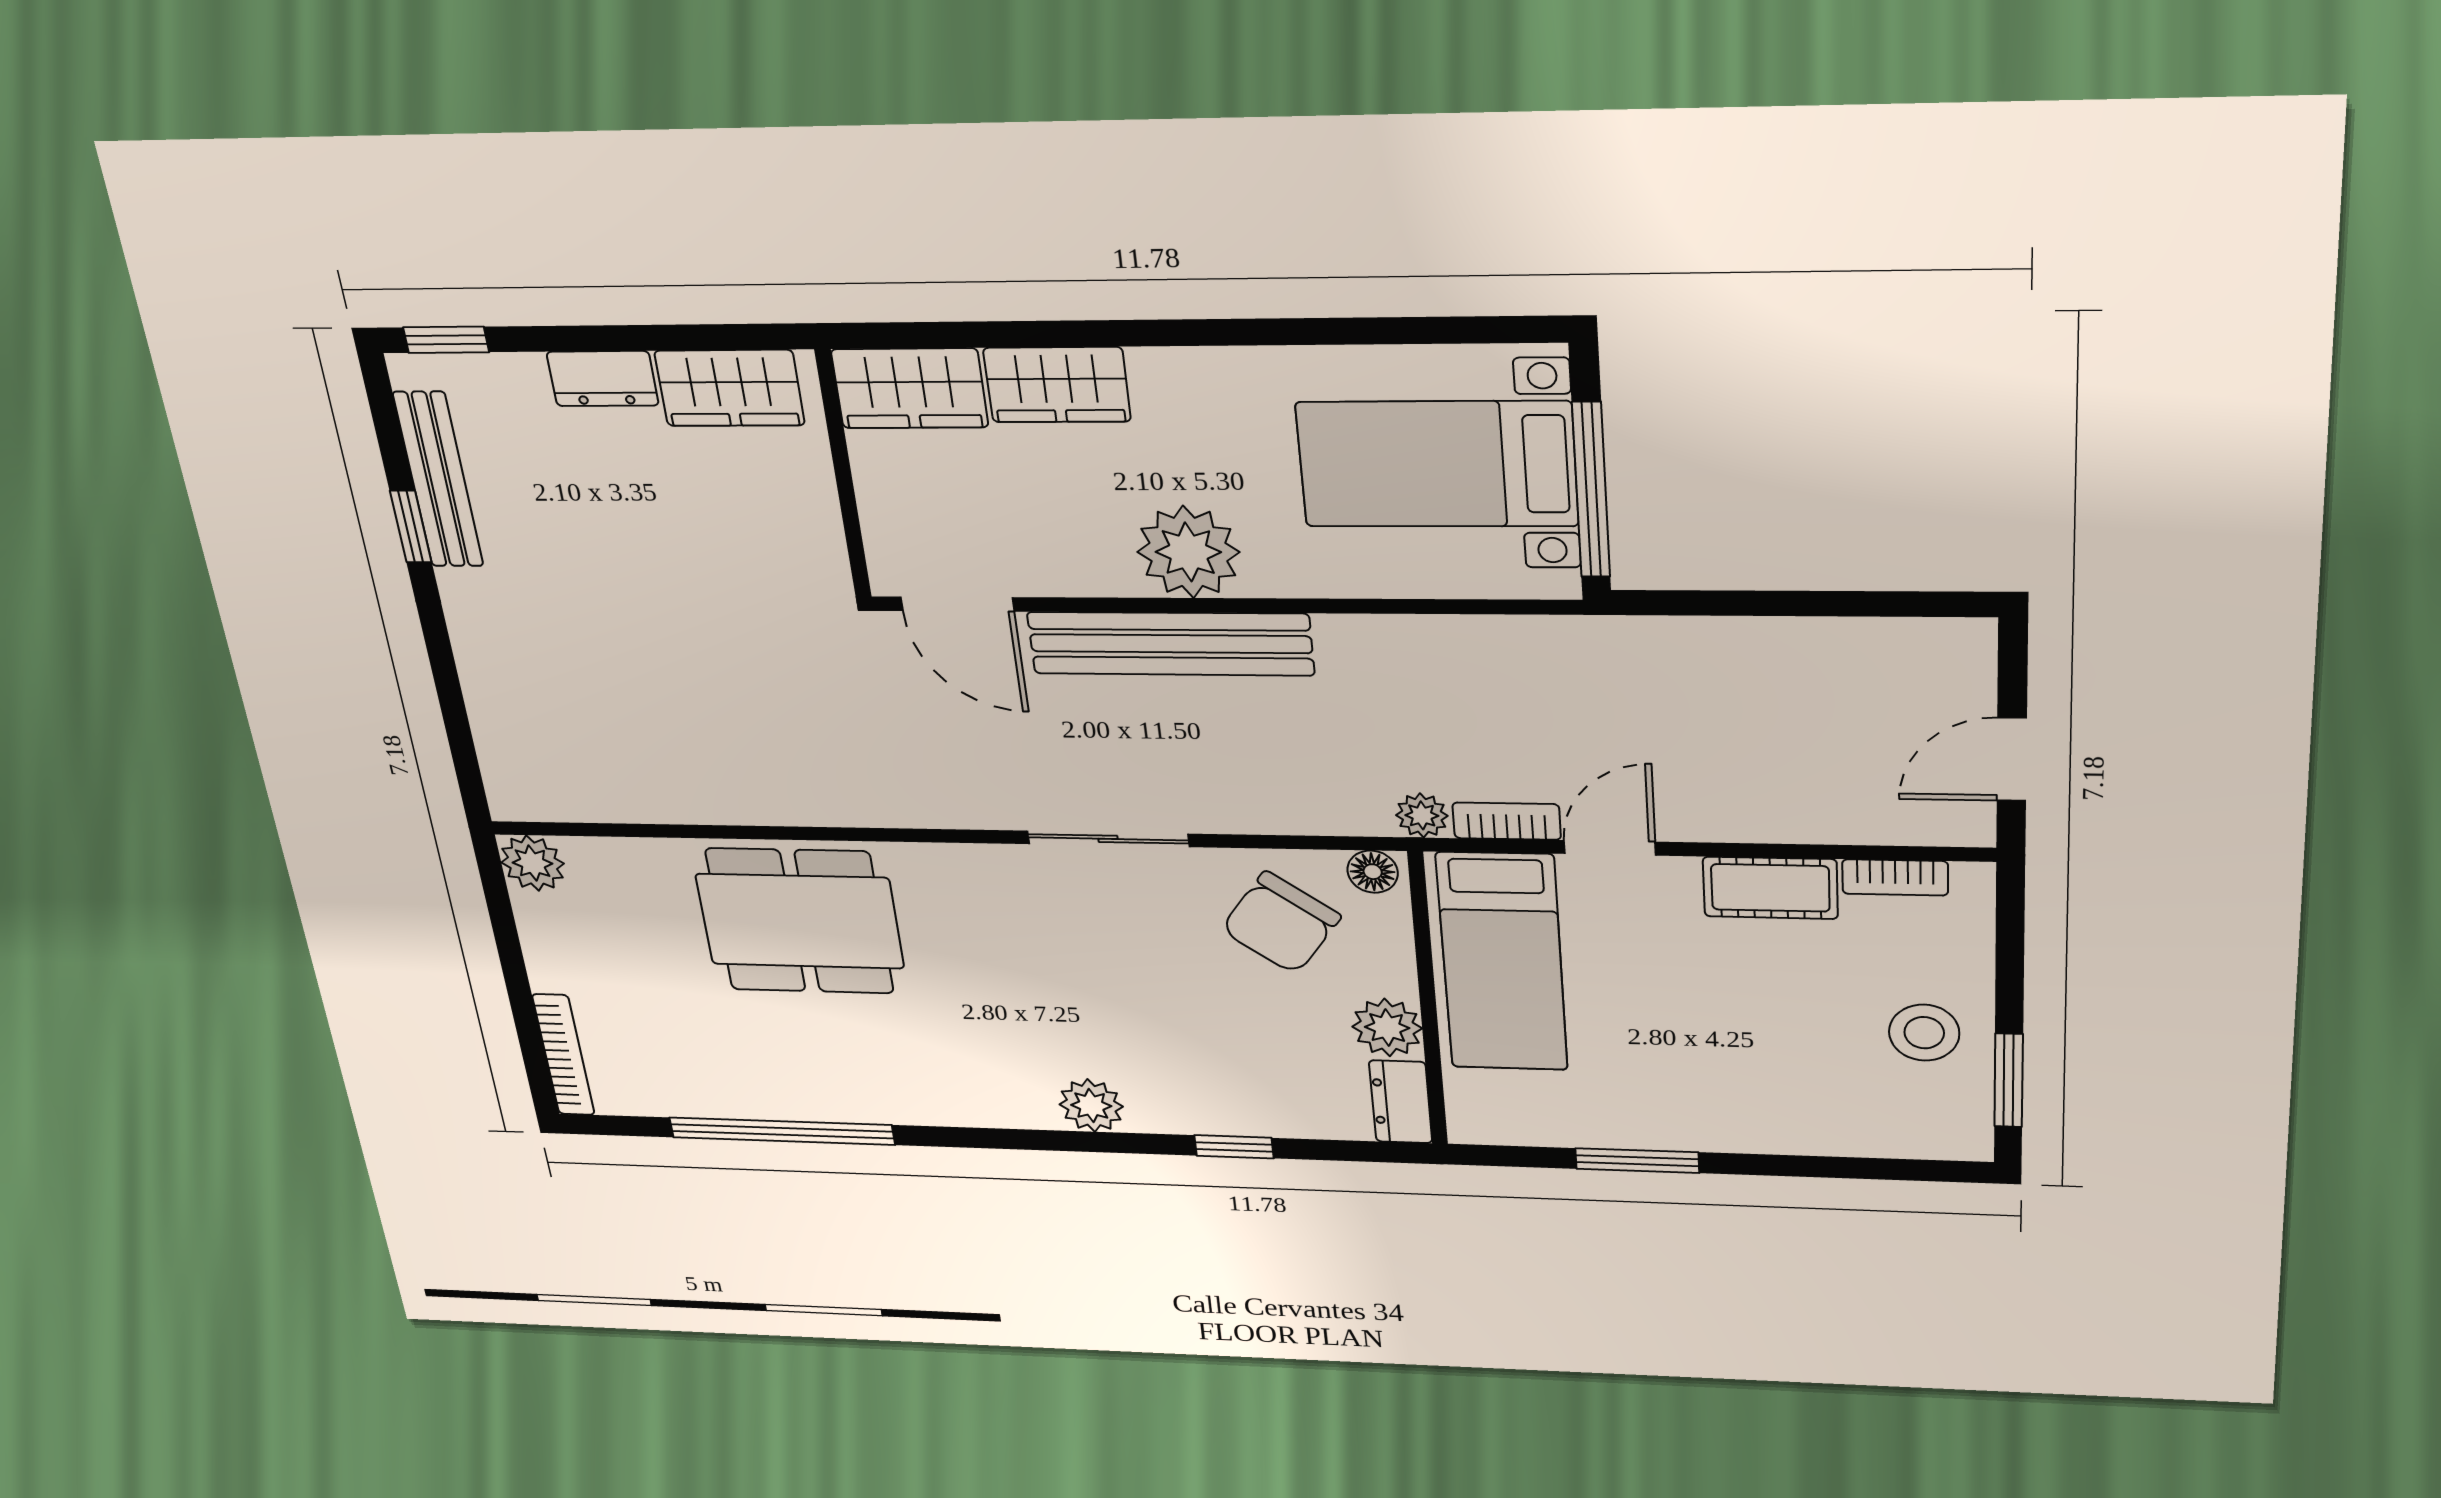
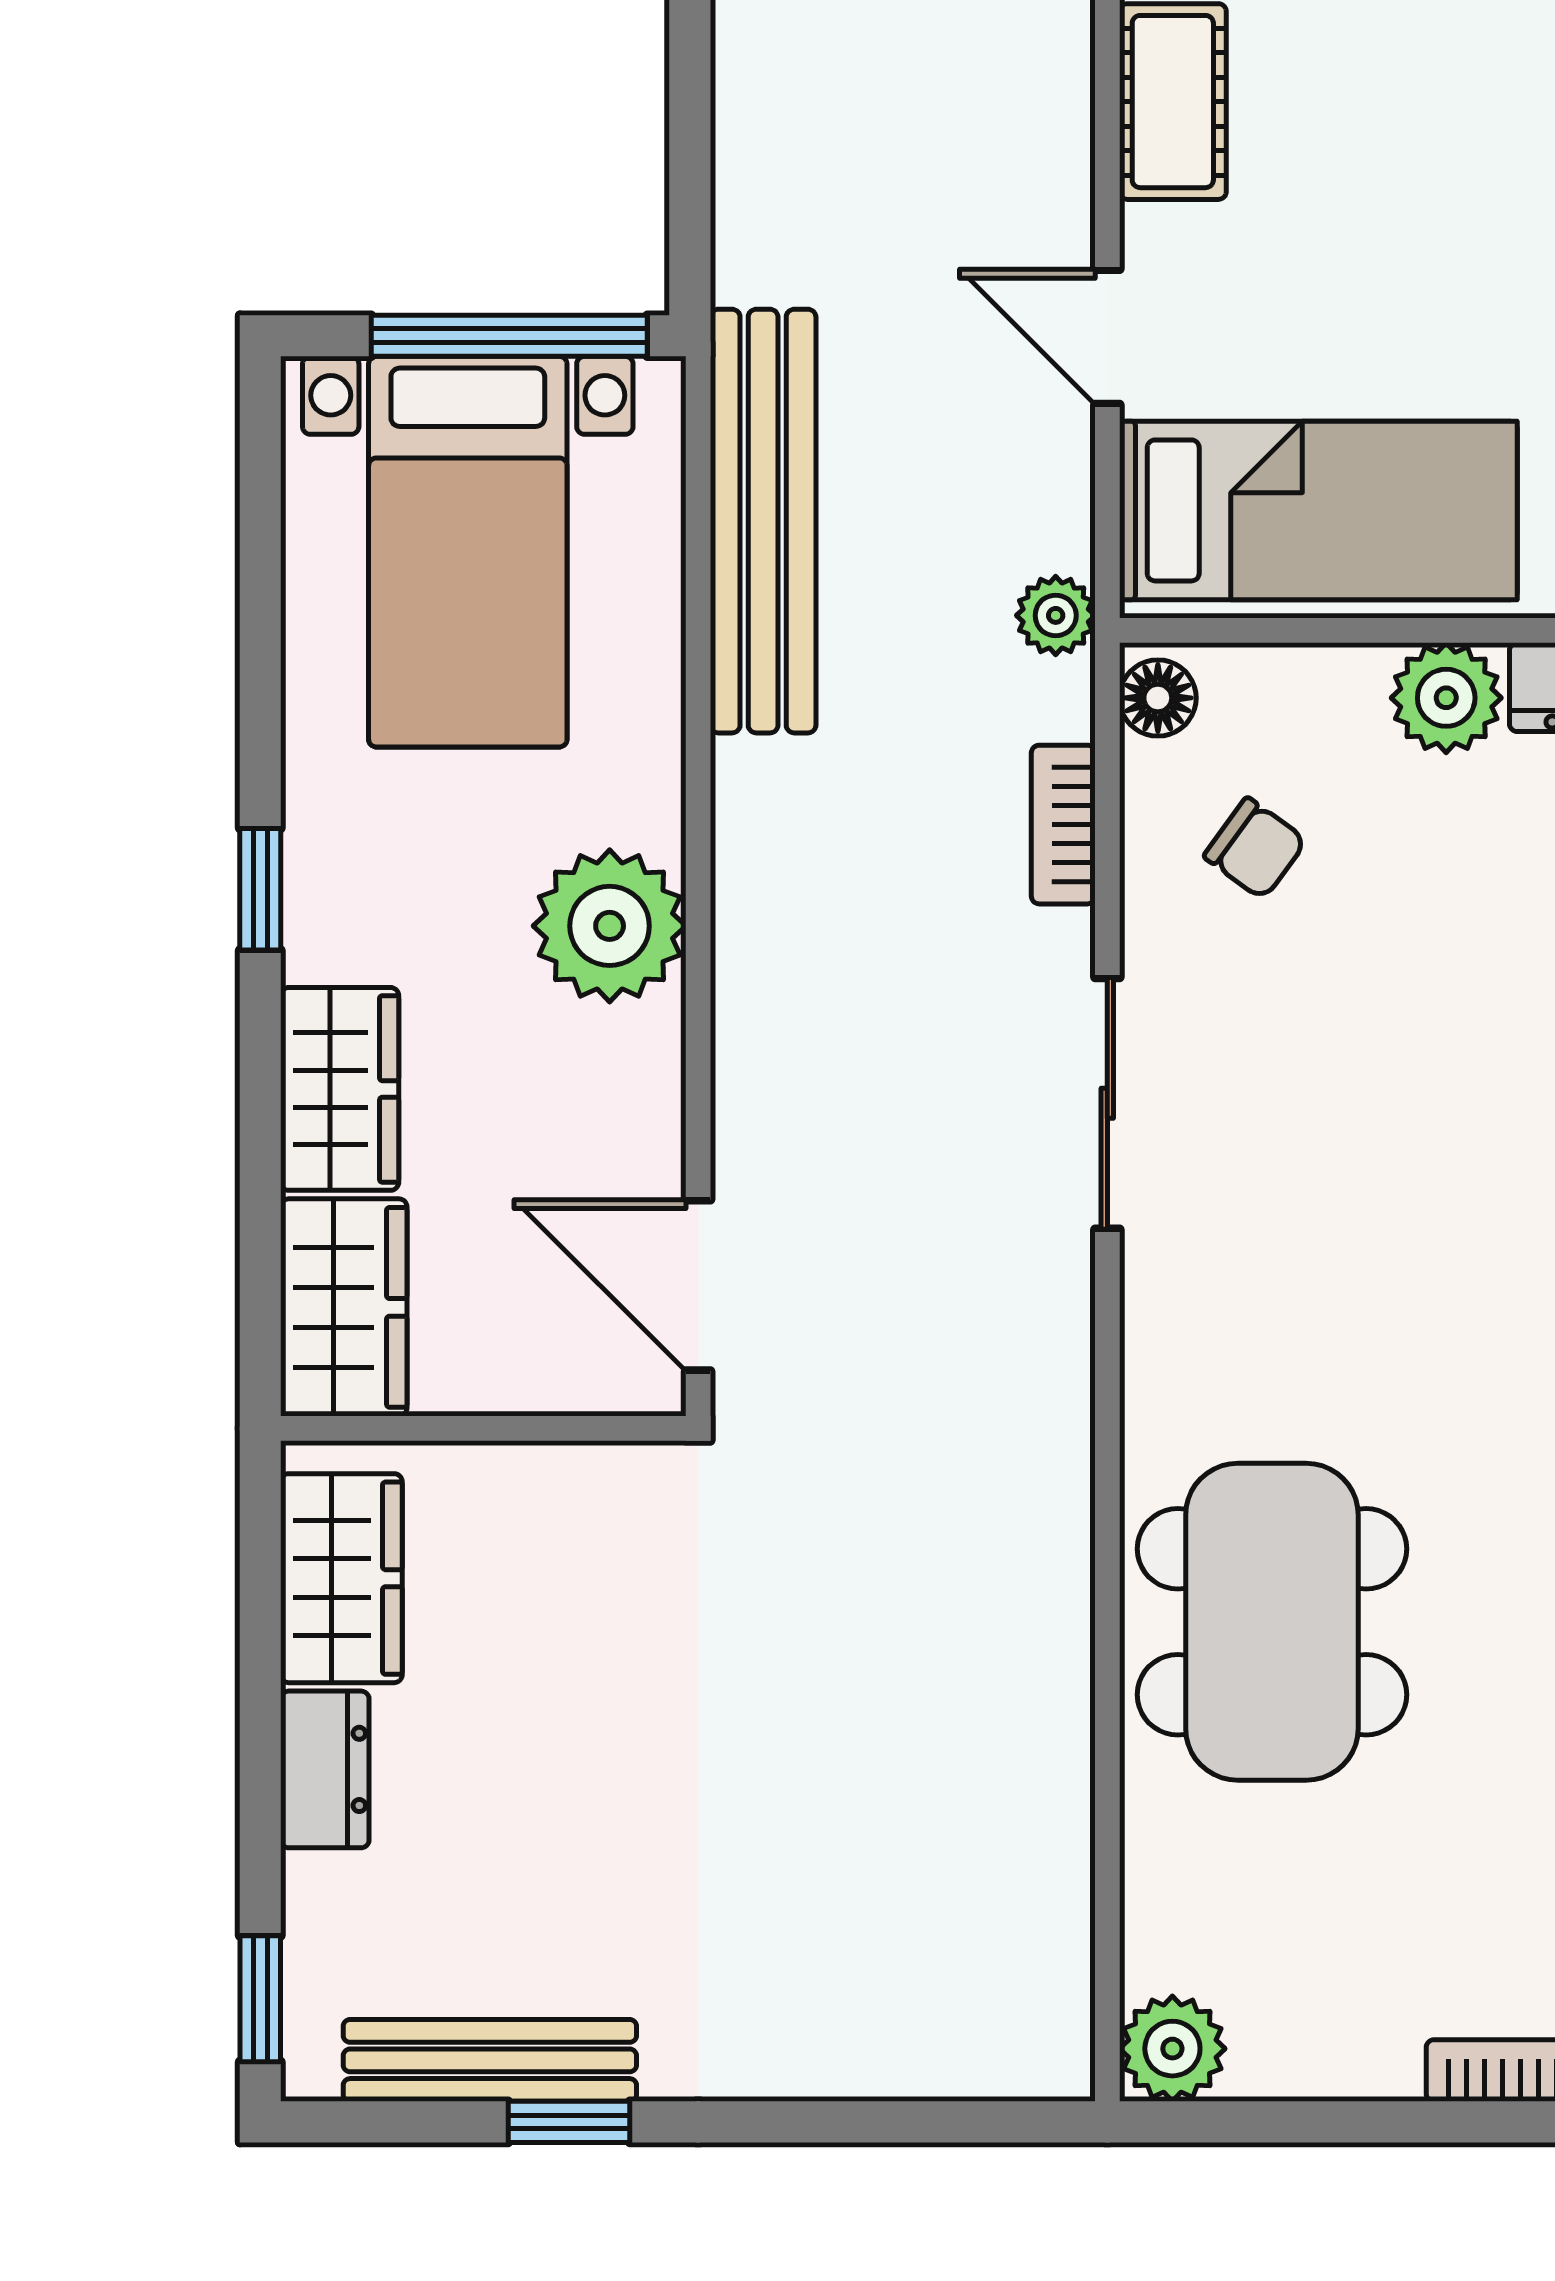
window: (1188, 333) -> (260, 889), added
door: (957, 604) -> (698, 1285), swing flipped
bench: (1170, 644) -> (763, 521), moved
bookcase: (1507, 821) -> (1063, 825), moved
chair: (1281, 923) -> (1255, 848), width x0.54, depth x0.54

